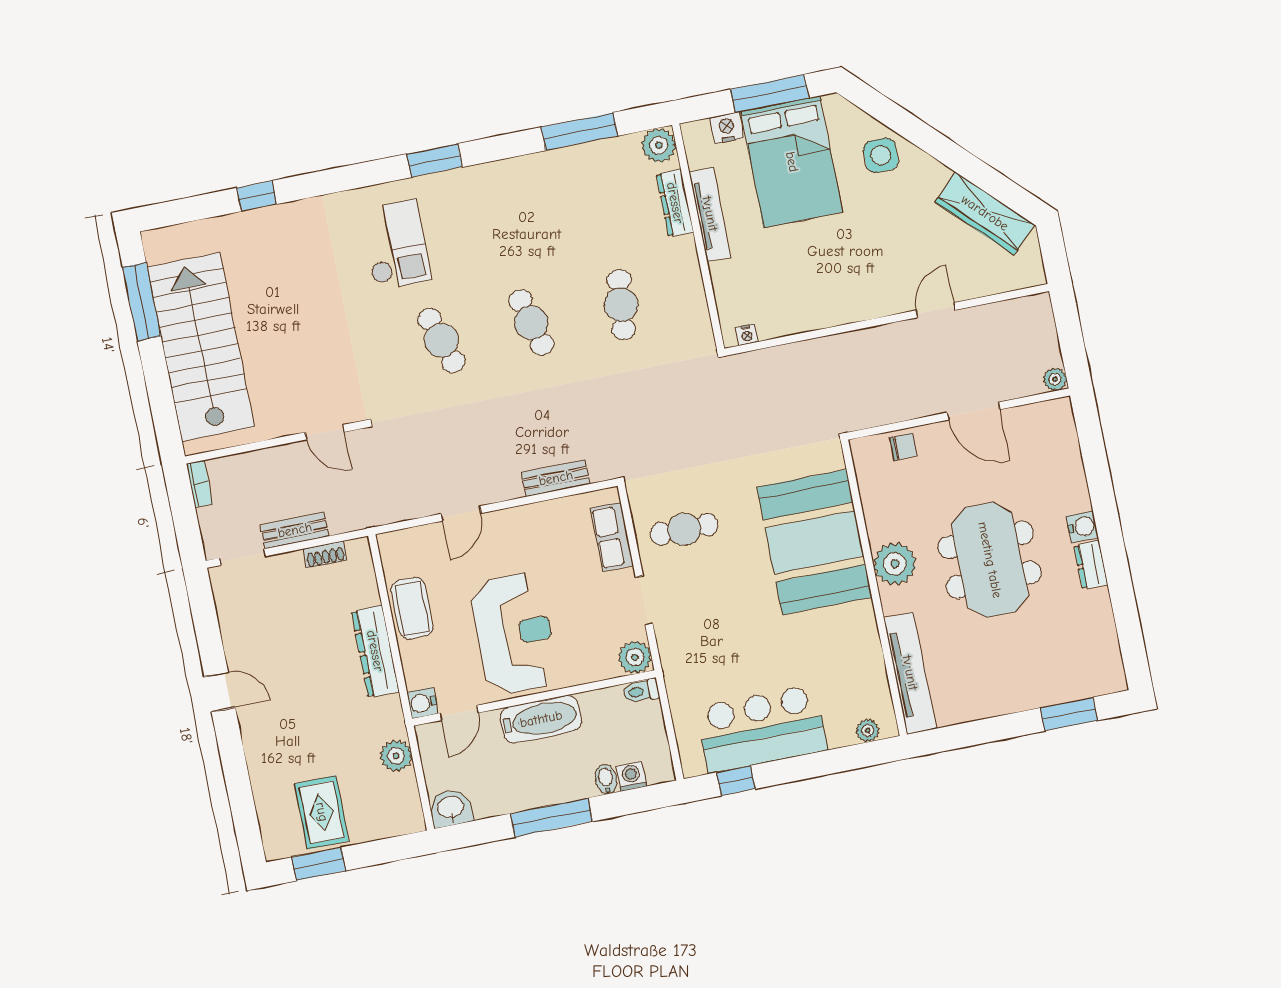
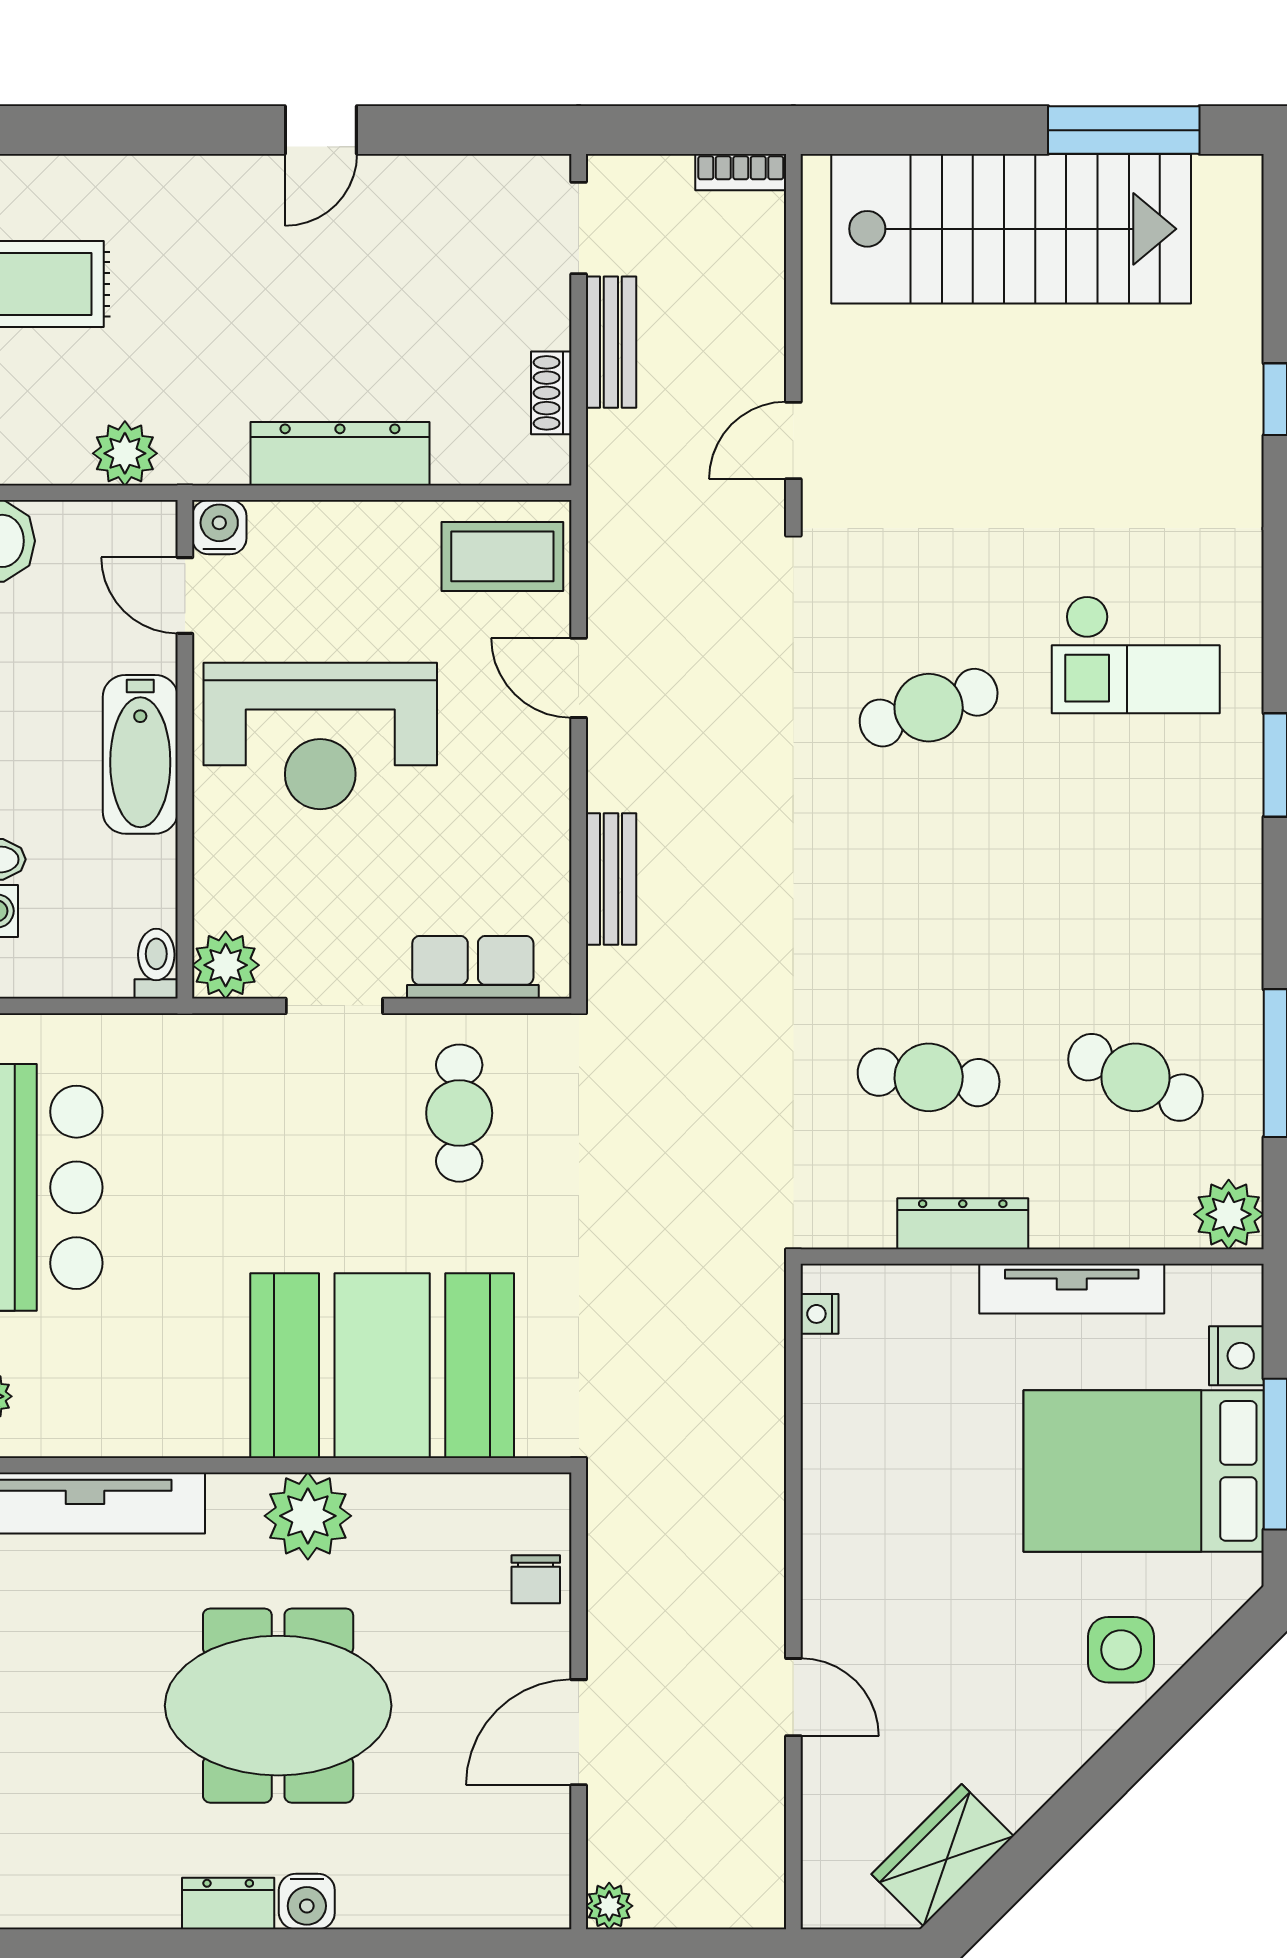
dresser: (675, 203) -> (963, 1224), moved
wardrobe: (985, 213) -> (943, 1855), width x0.67
cafe table: (531, 323) -> (1136, 1077), moved, turned 39
coffee table: (412, 608) -> (502, 556), moved

